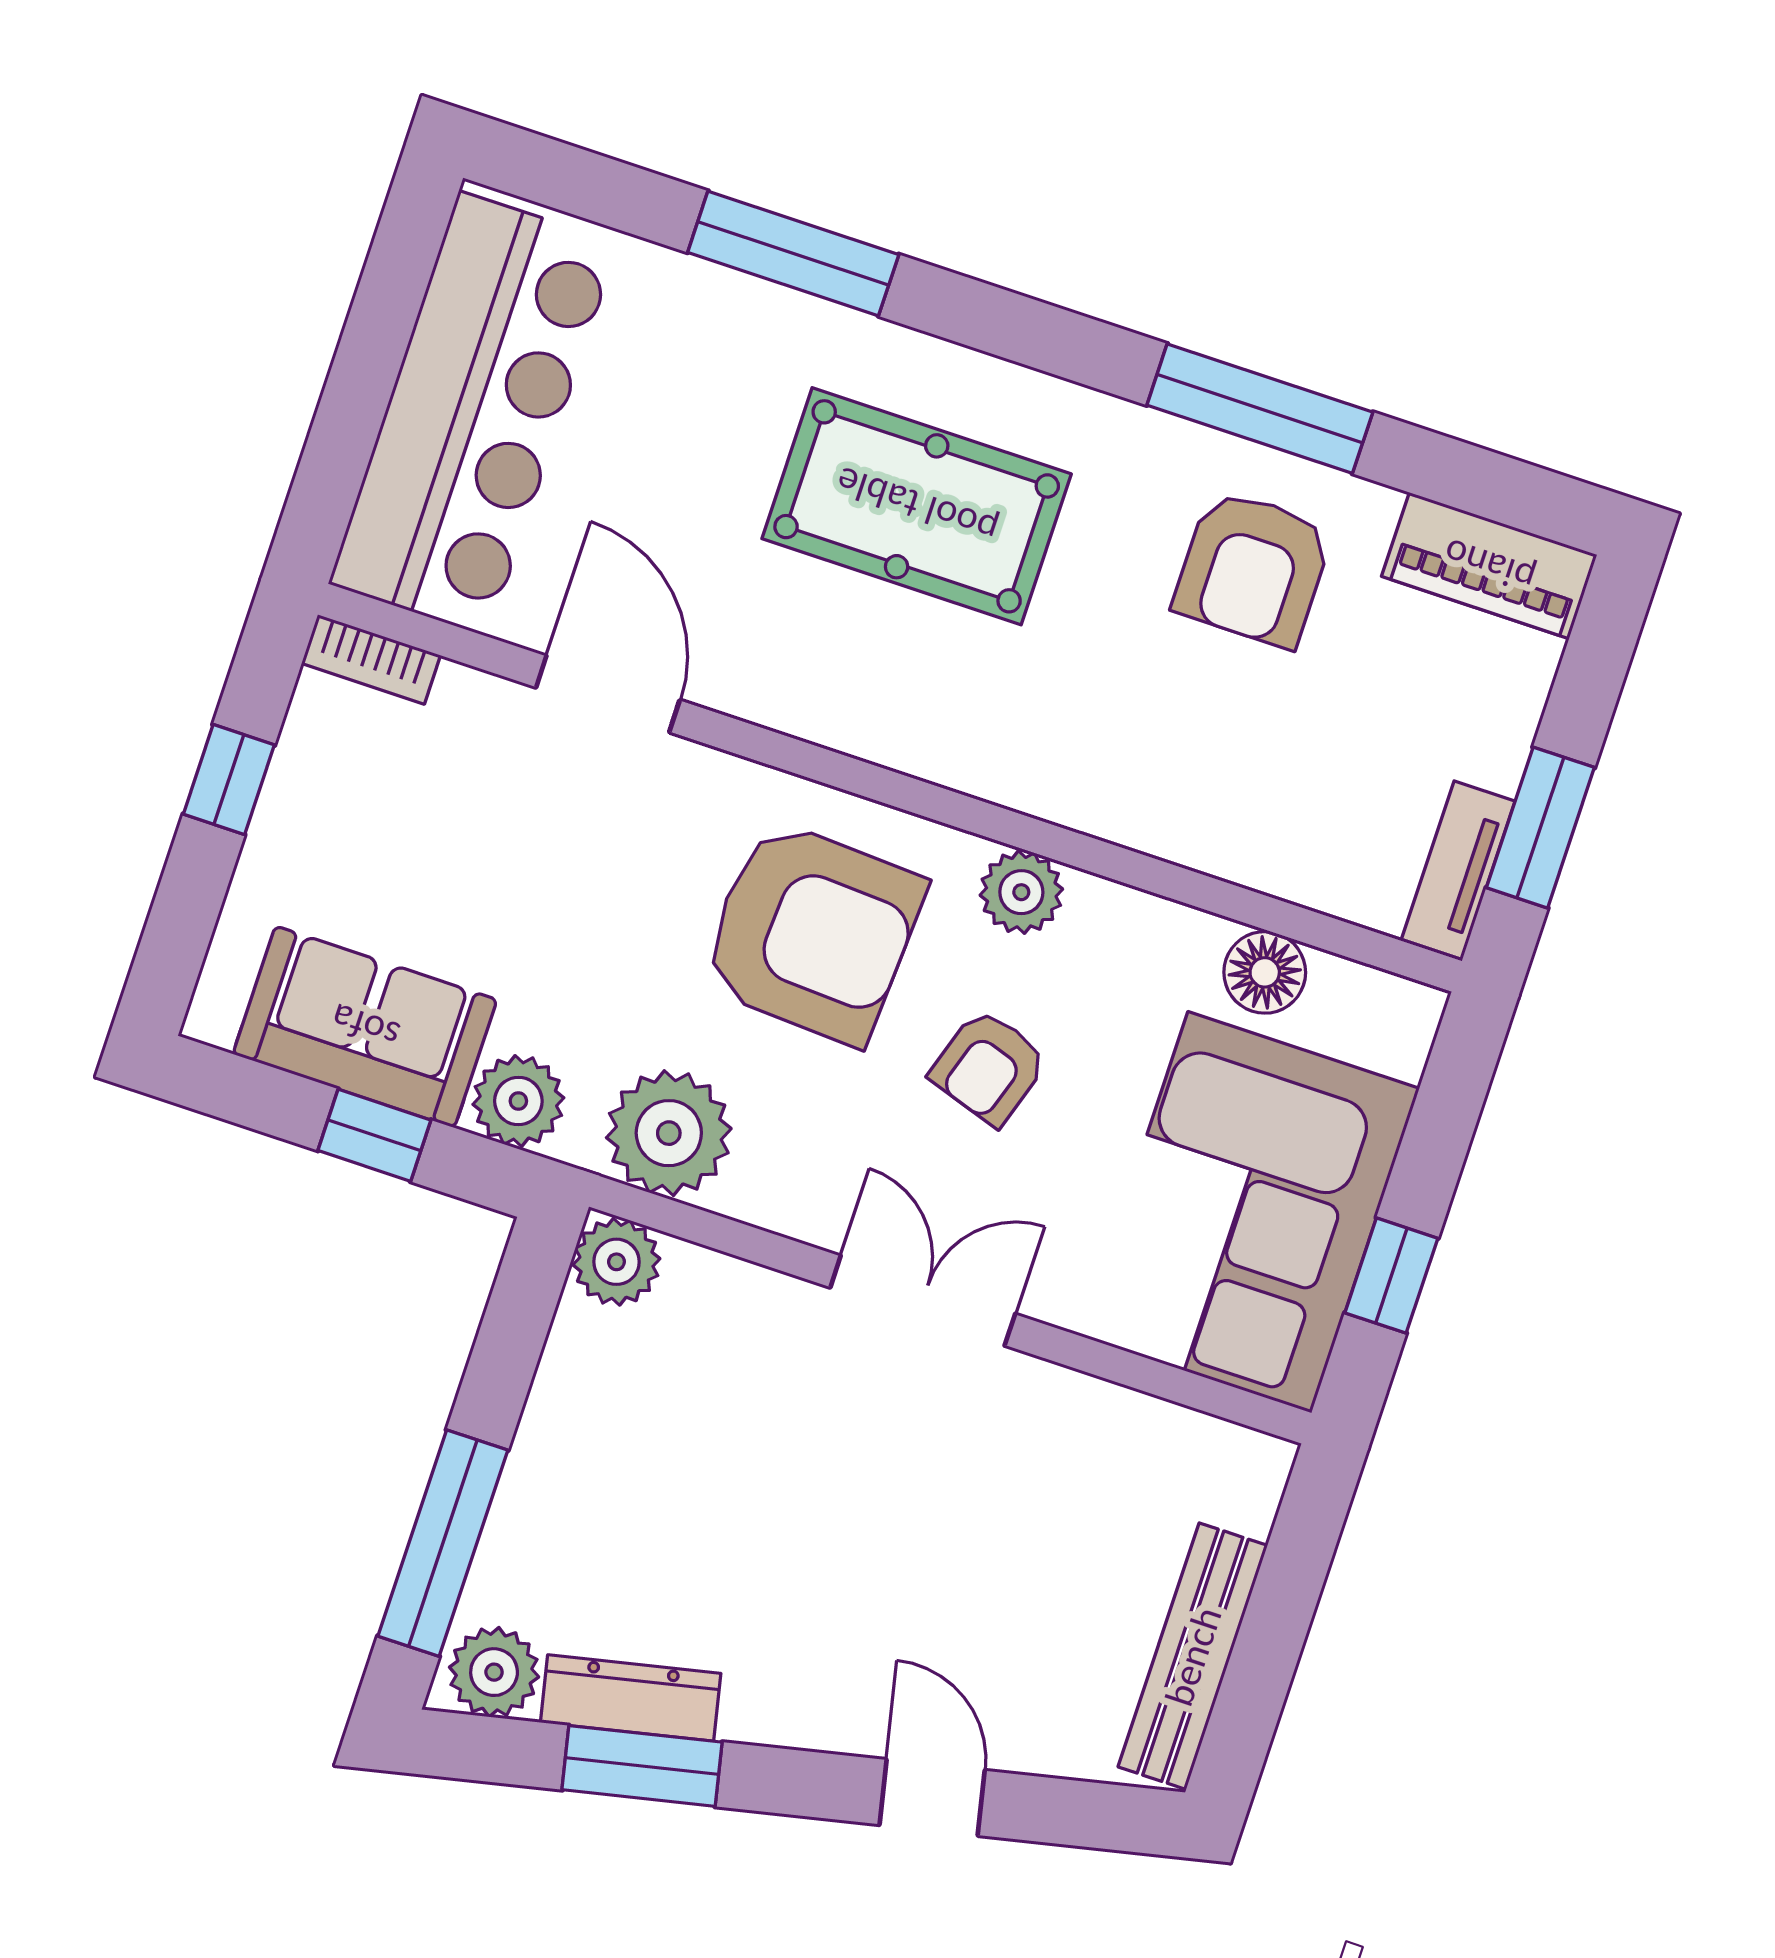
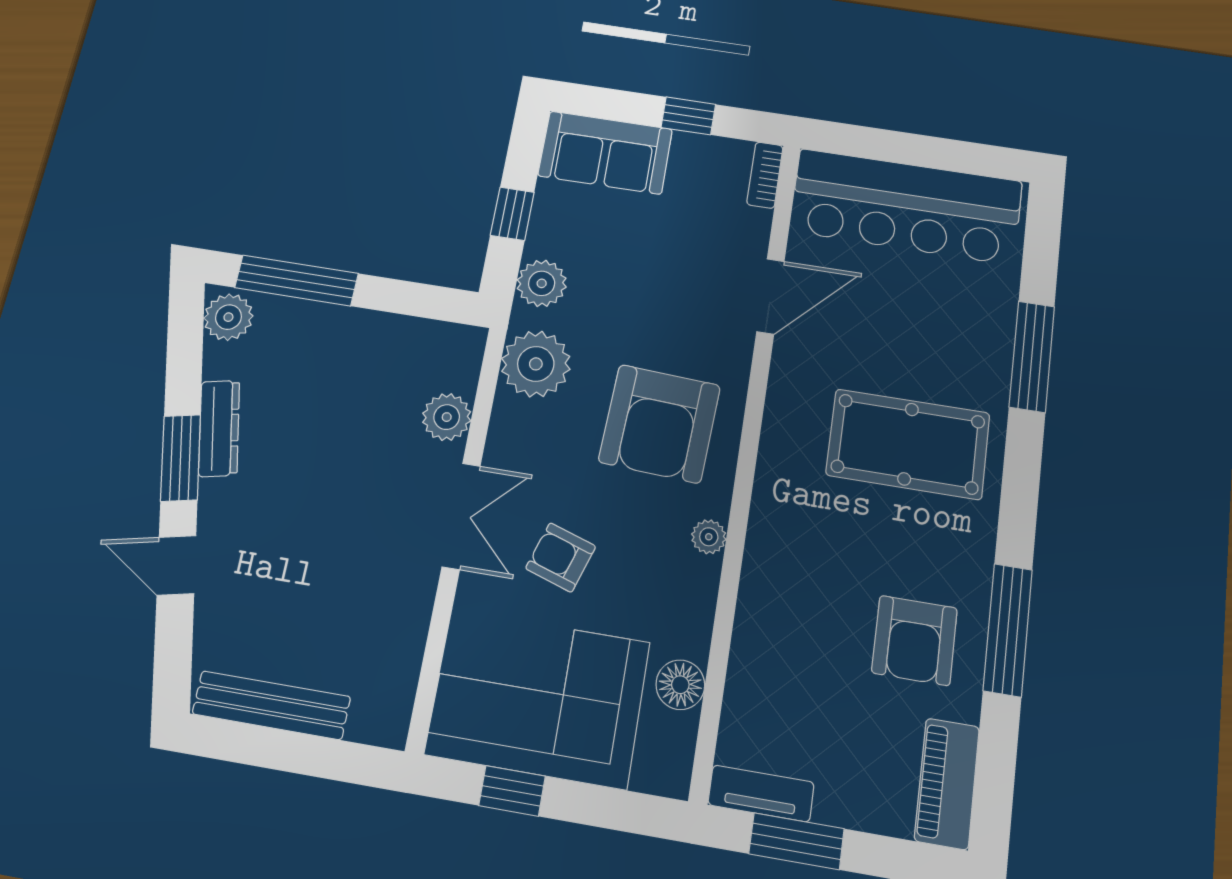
pool table: (917, 506) -> (908, 444), turned 90
armchair: (1253, 568) -> (915, 640), turned -90
plant: (1021, 892) -> (709, 537), width x0.73, depth x0.73
sofa: (365, 1027) -> (605, 152), moved, turned 90
armchair: (989, 1067) -> (561, 557), moved
plant: (616, 1262) -> (447, 417), moved
dresser: (631, 1698) -> (219, 428), moved
window: (642, 1766) -> (181, 458), moved
door: (932, 1797) -> (176, 565), swing flipped

